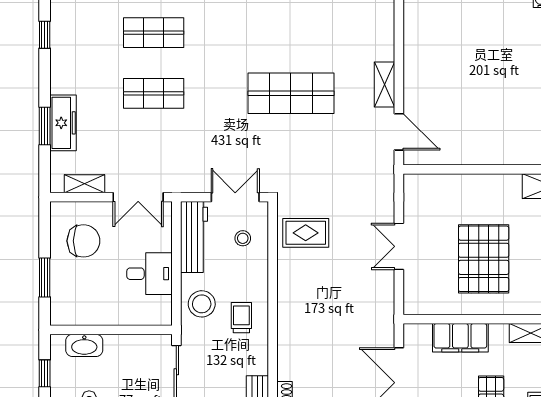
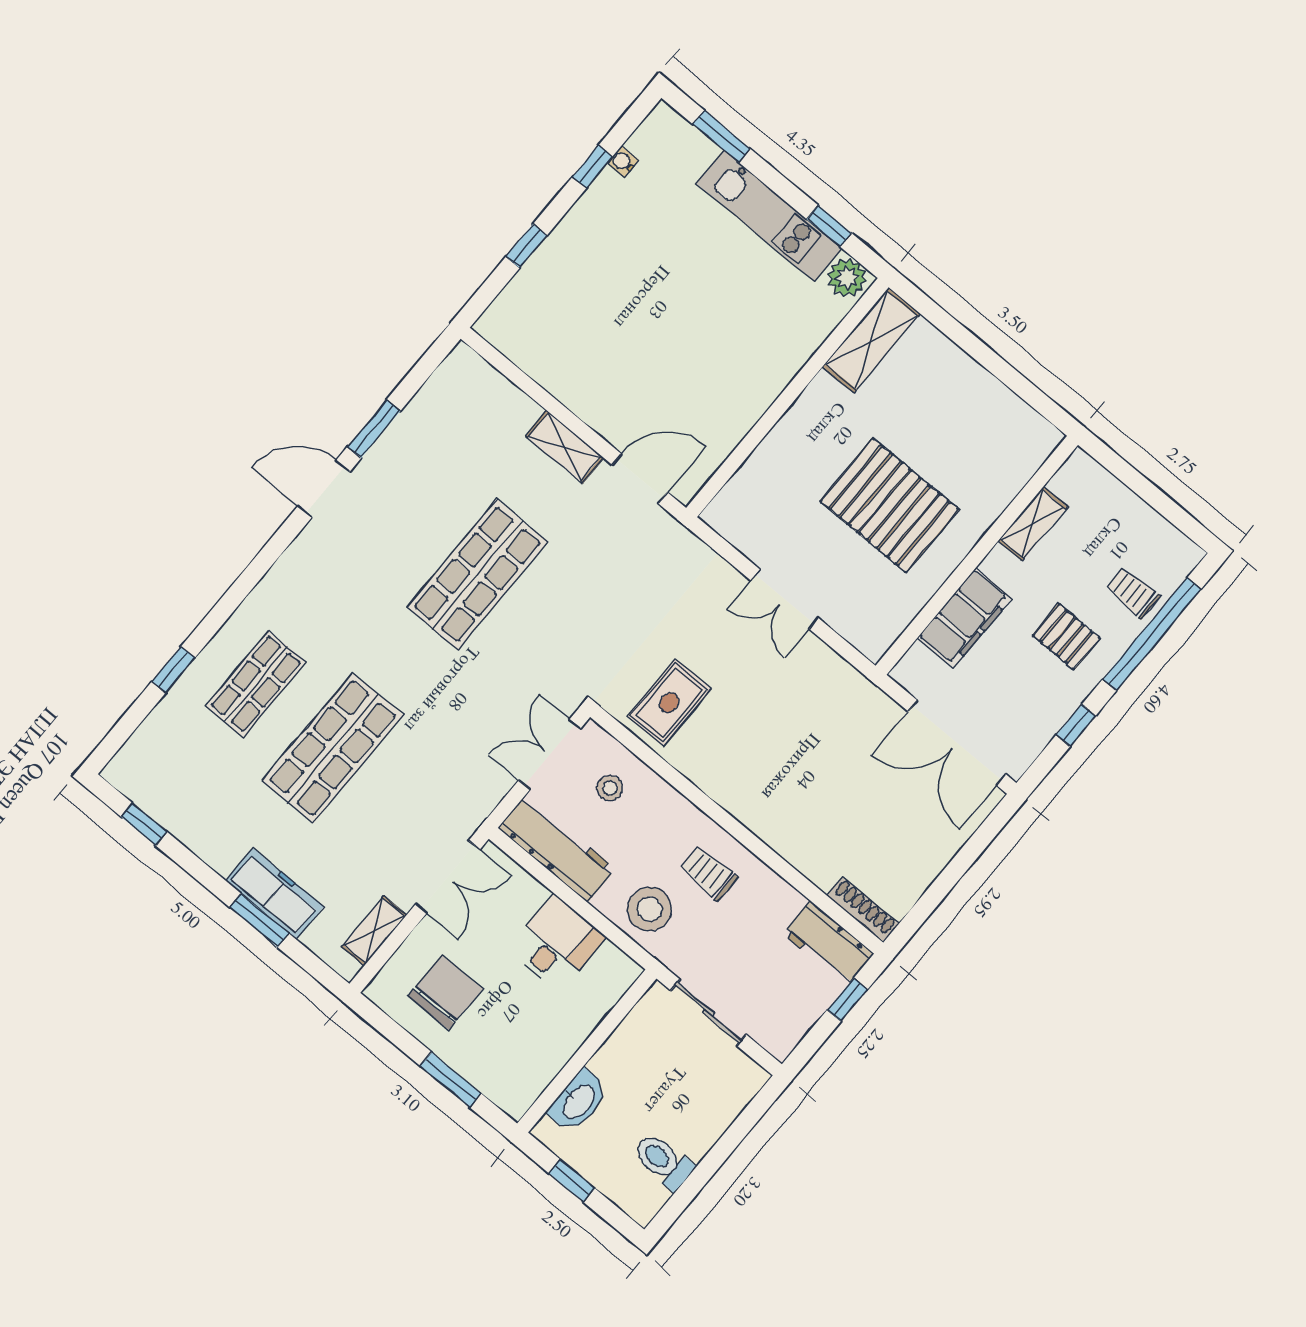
shop shelf: (154, 93) -> (333, 748), width x1.43, depth x1.36

